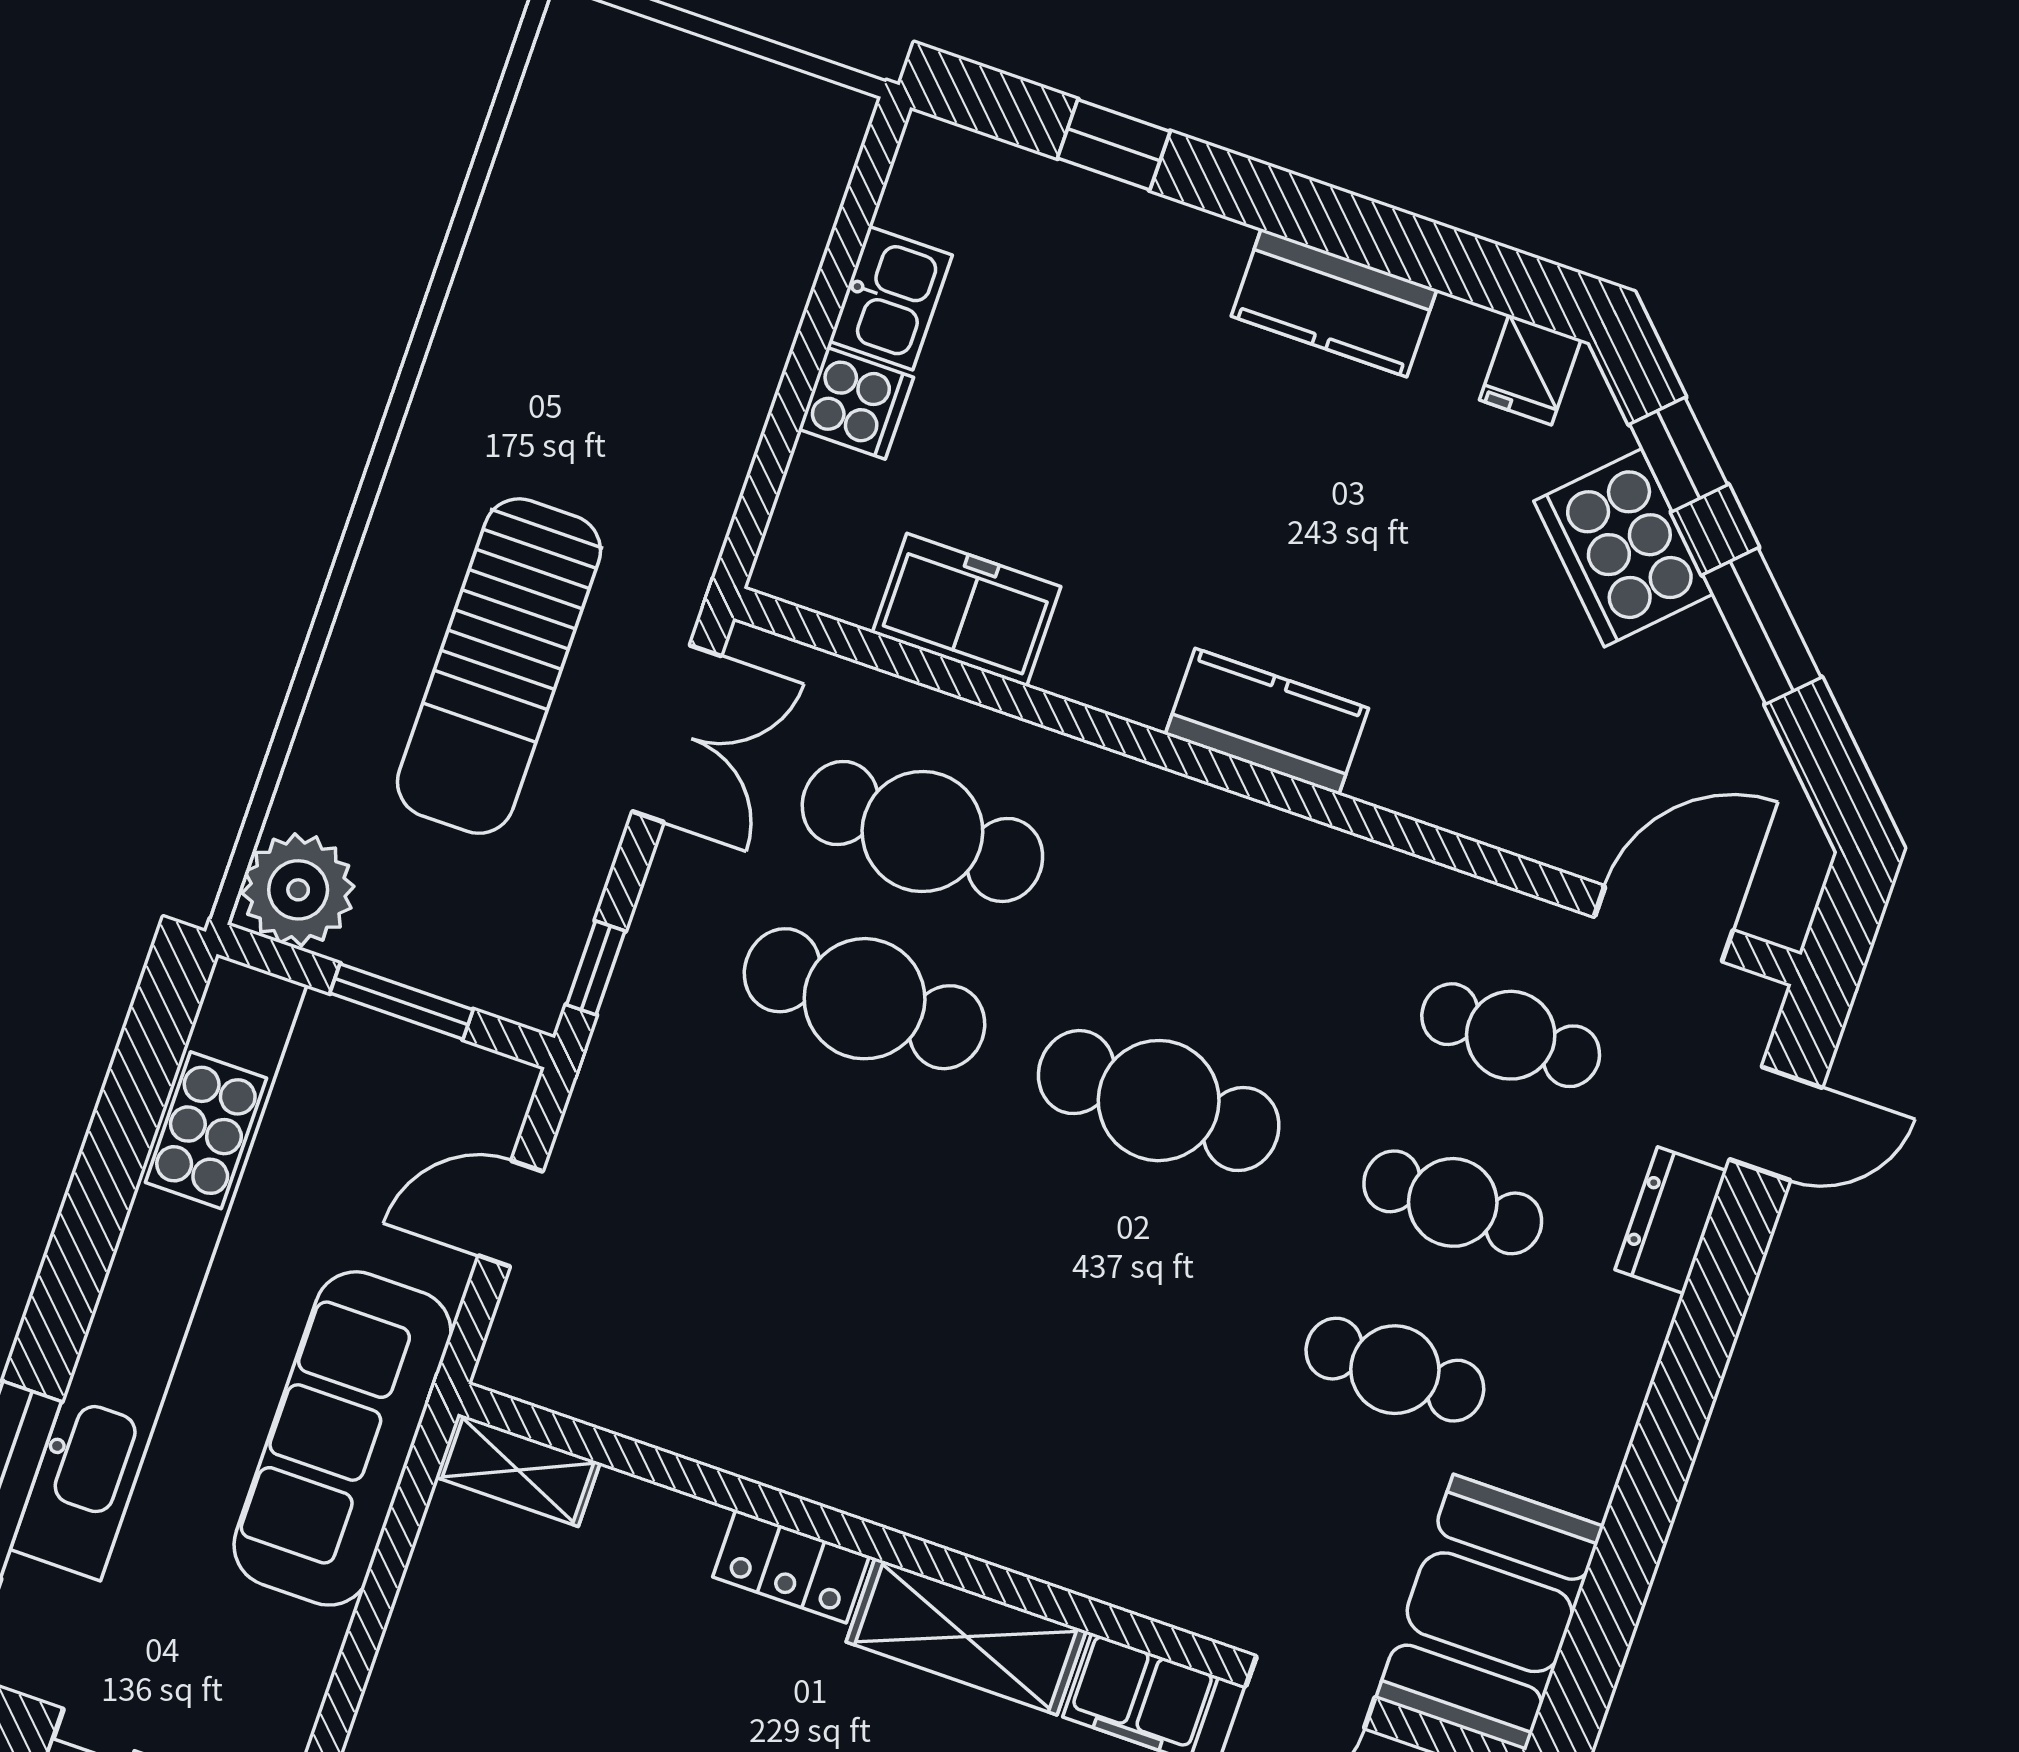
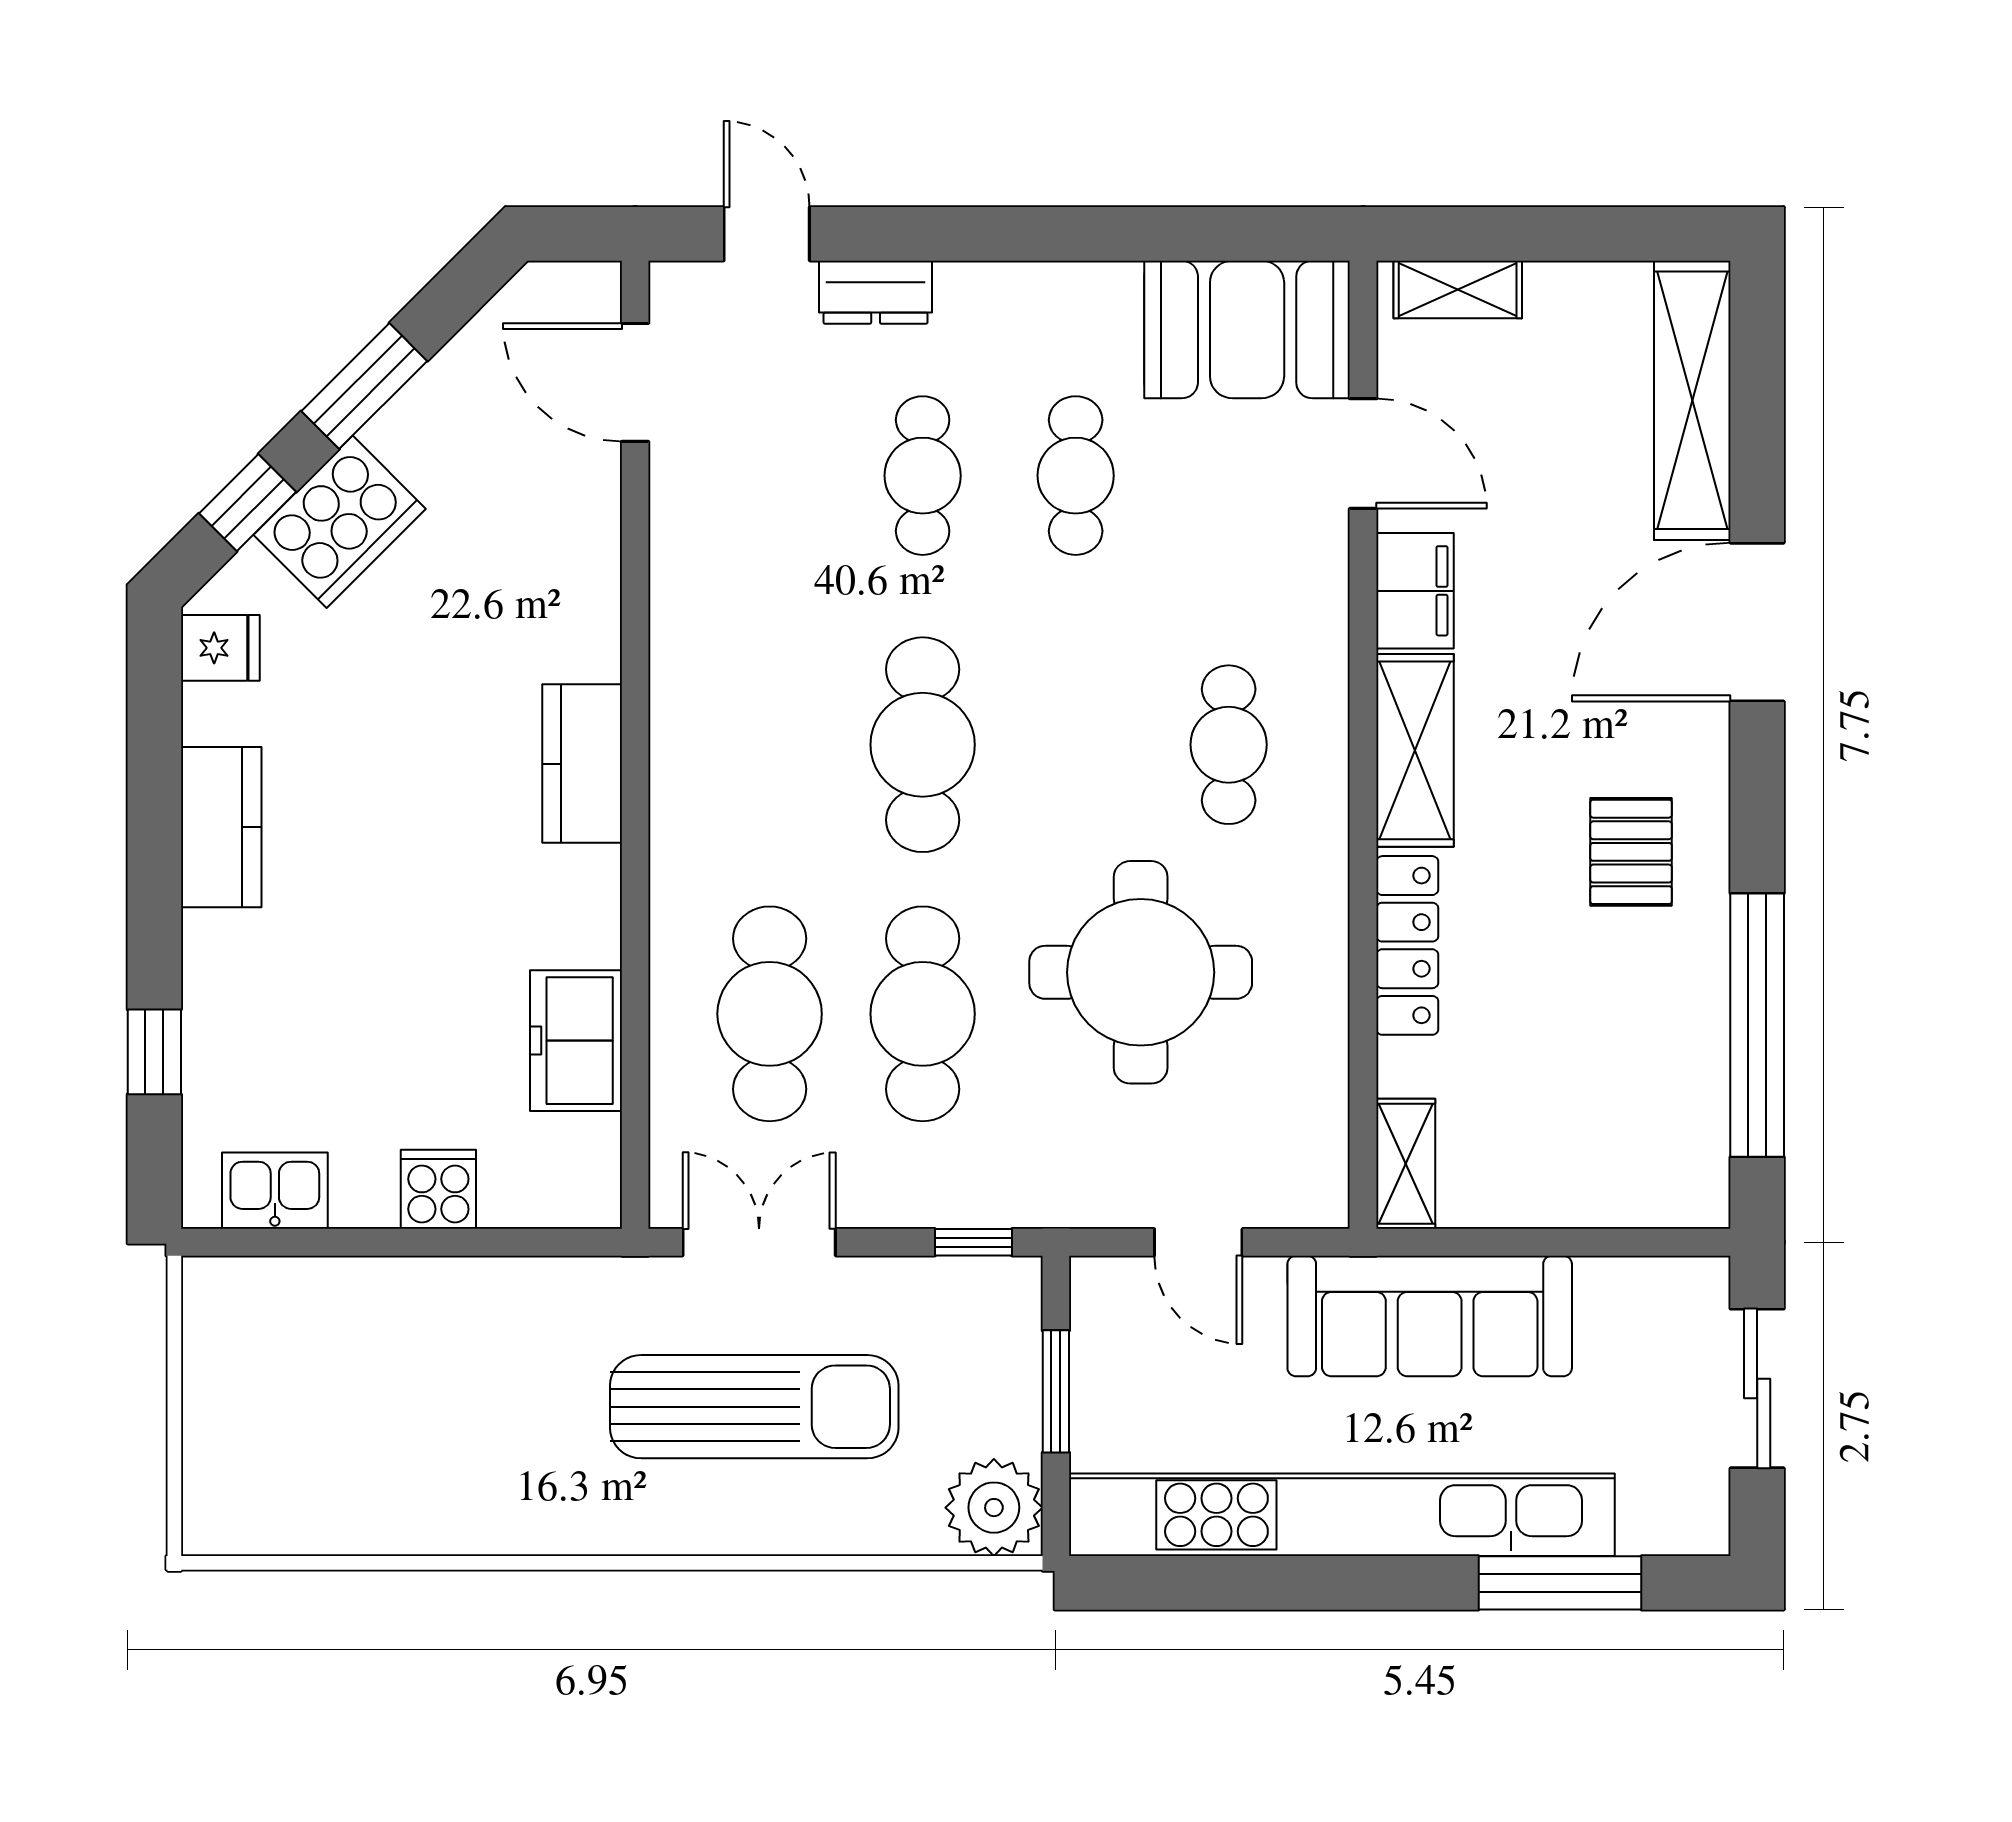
kitchen sink: (891, 298) -> (275, 1191), moved
cafe table: (1511, 1035) -> (1229, 745), moved
round table: (827, 1253) -> (1141, 972), added
locker: (791, 1566) -> (1407, 945), width x1.53

